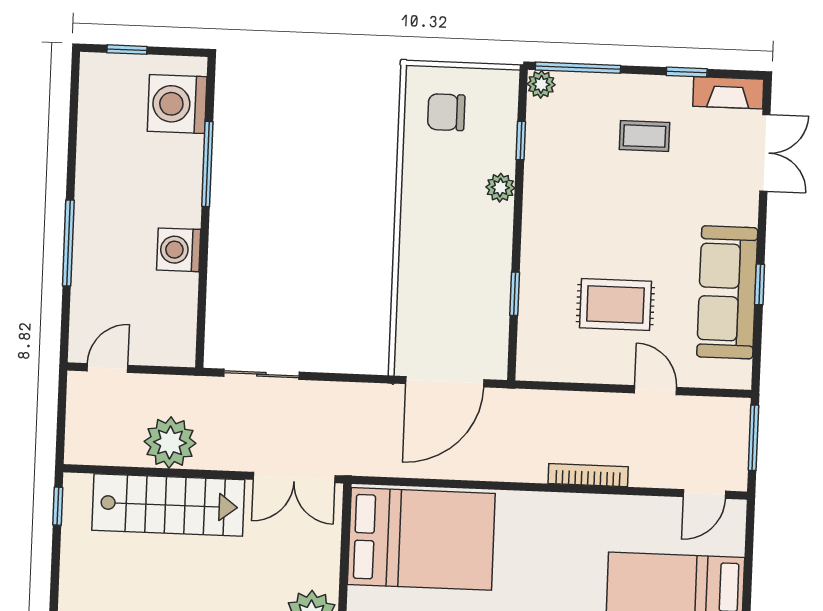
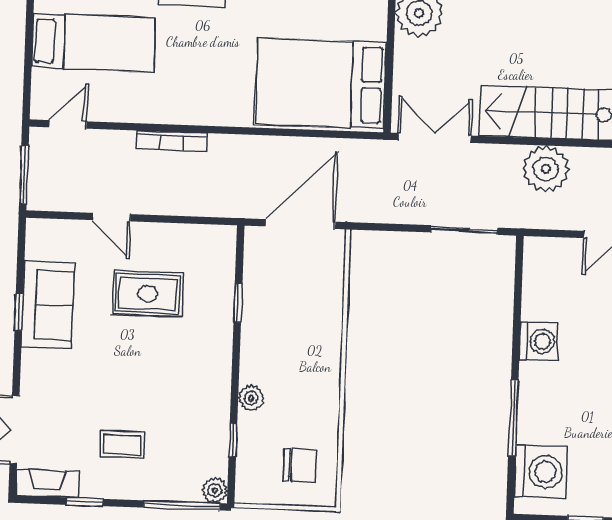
sofa: (727, 292) -> (48, 305), width x0.73

